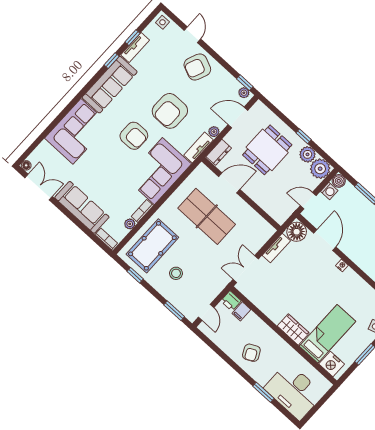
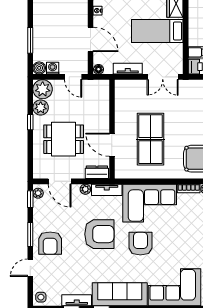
window: (218, 58) -> (30, 235), added
armchair: (197, 67) -> (50, 243), turned 67
floor lamp: (297, 232) -> (99, 69), width x0.53, depth x0.53
door: (325, 240) -> (91, 39), swing flipped
bed: (285, 297) -> (157, 31), added

